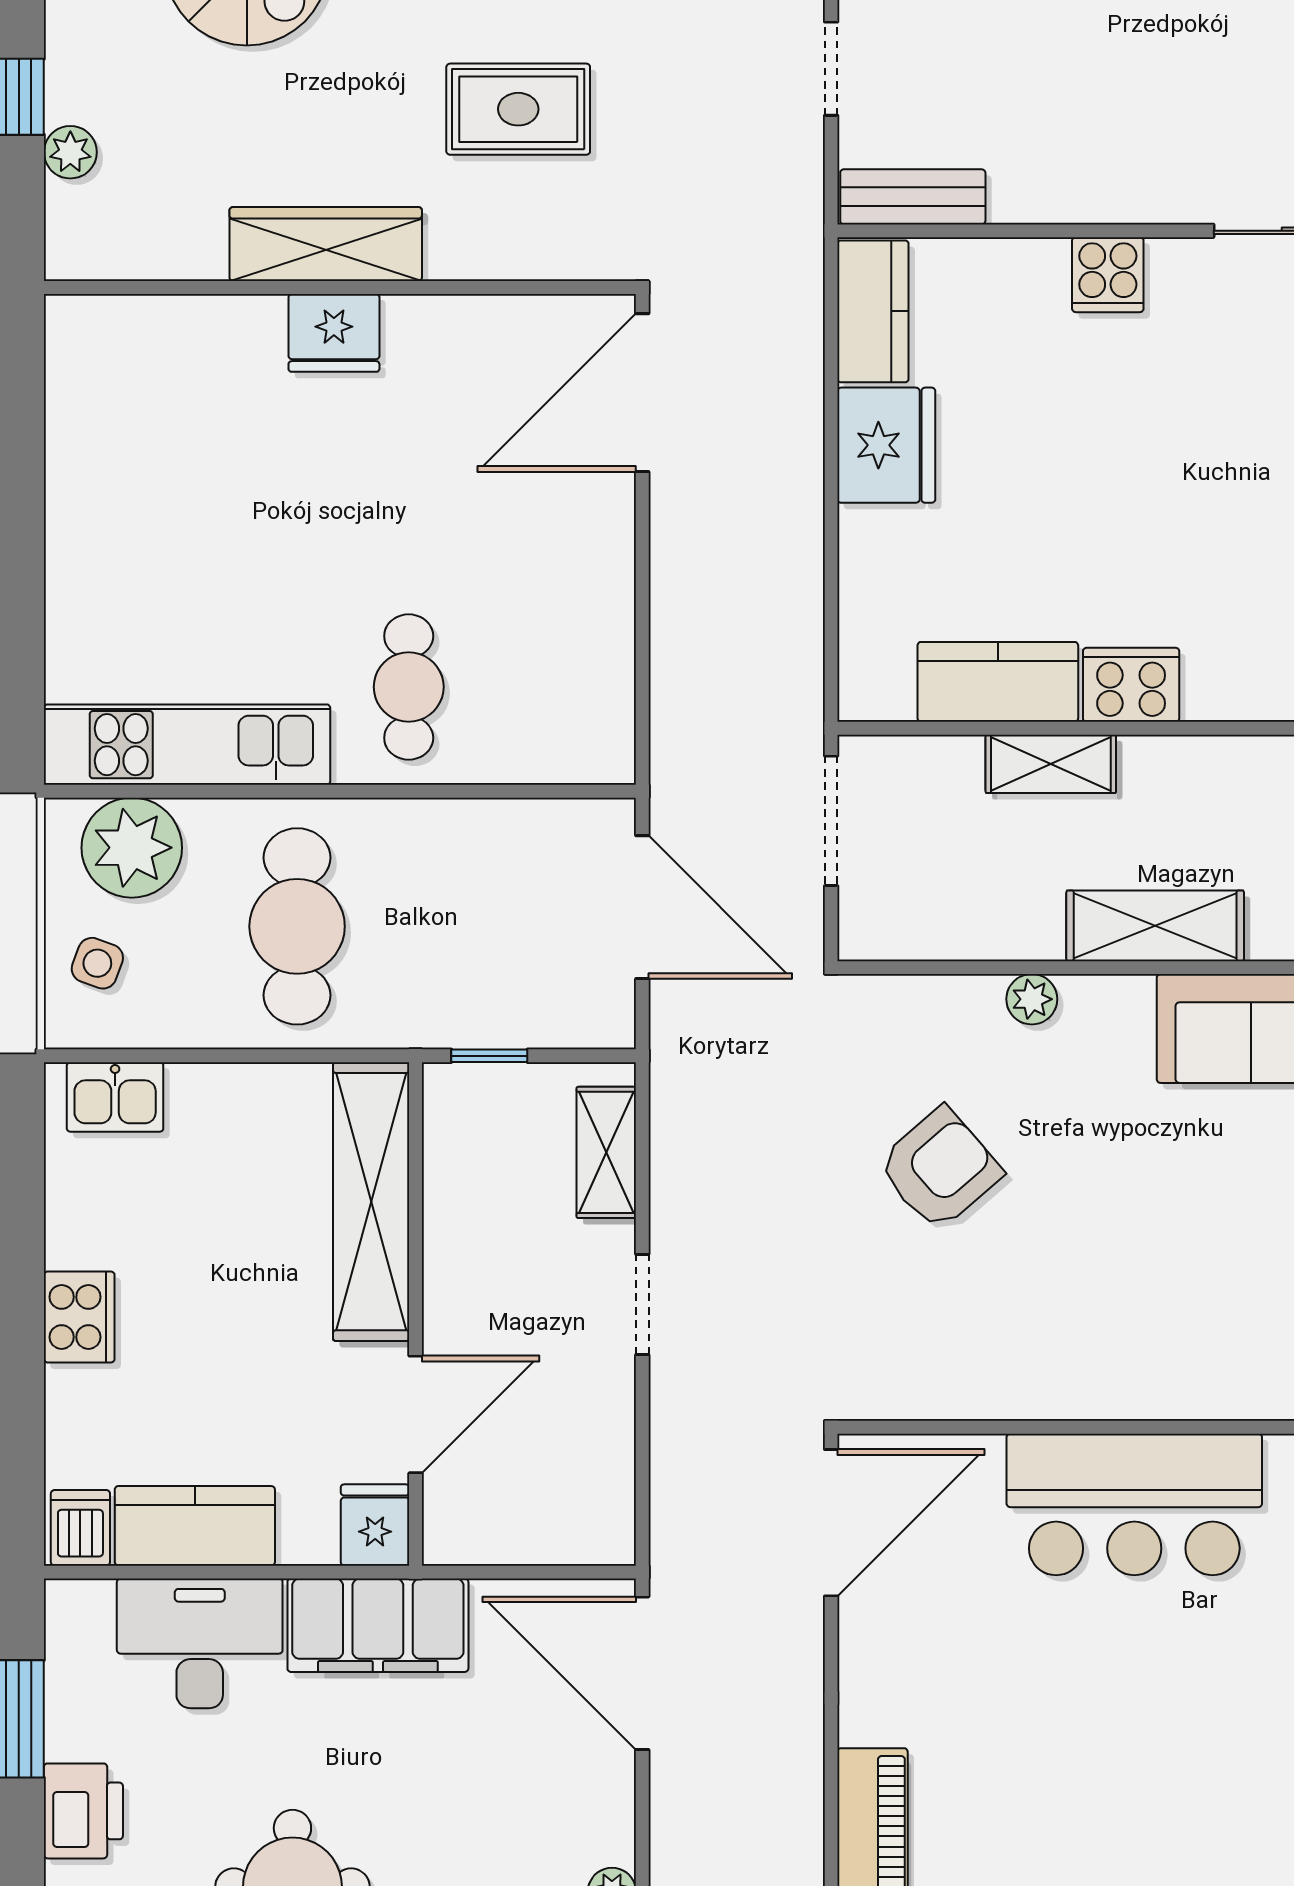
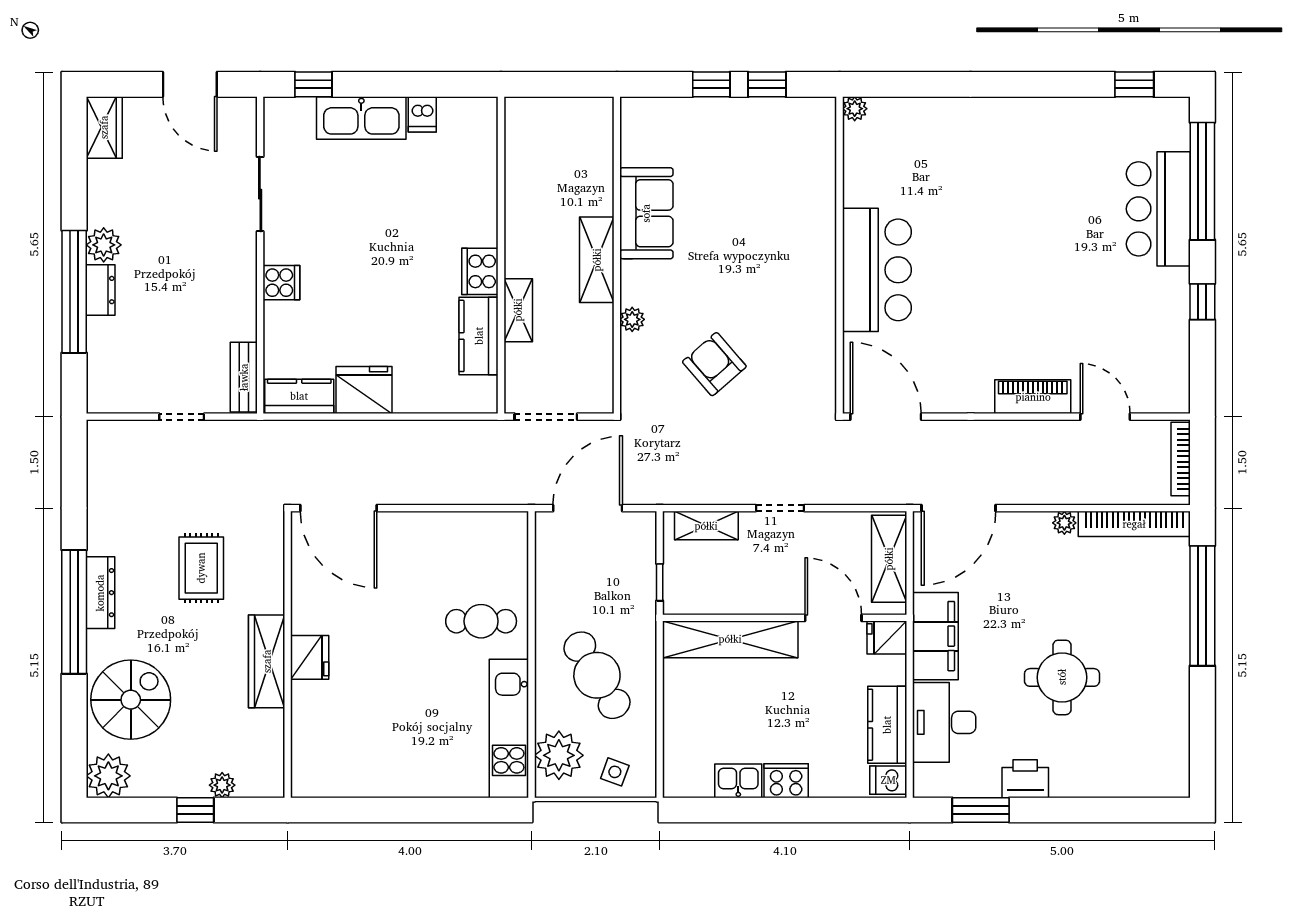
cafe table: (297, 926) -> (597, 675), turned 59
kitchen sink: (115, 1097) -> (738, 781), moved, turned -90
shelving: (538, 1530) -> (889, 559), added

